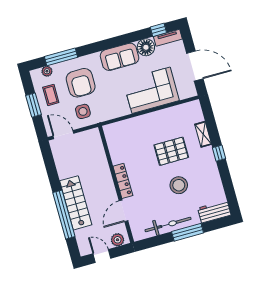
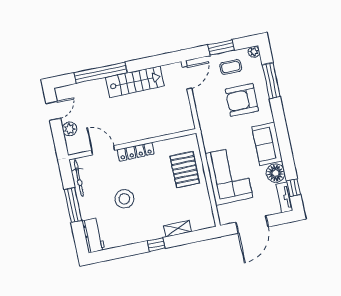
plant: (47, 71) -> (254, 52), moved
side table: (83, 111) -> (211, 100), removed
pallet: (171, 151) -> (185, 170), moved
locker: (123, 181) -> (136, 152), moved
wall: (116, 184) -> (132, 144), moved
stairs: (76, 203) -> (135, 82), moved
door: (123, 211) -> (103, 150), moved
bicycle: (168, 225) -> (79, 178), width x0.73, depth x0.71

